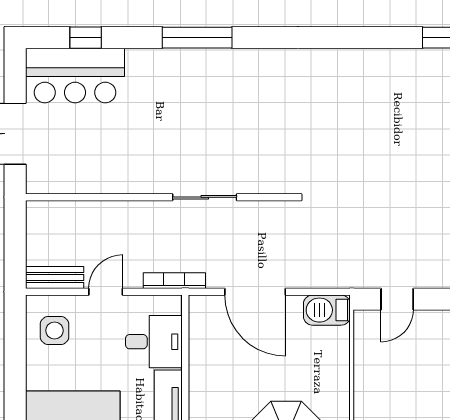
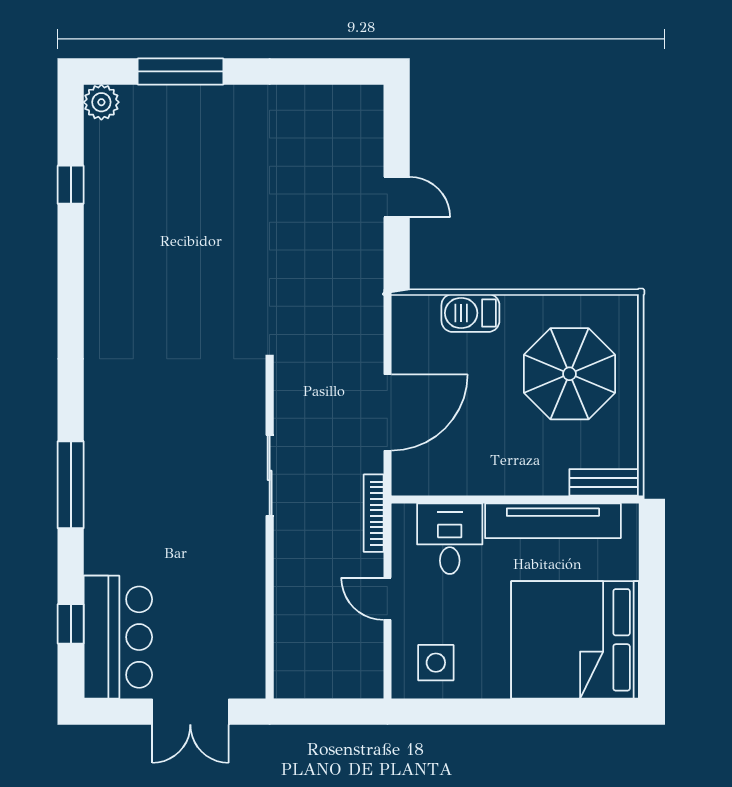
bench: (55, 277) -> (370, 662), removed
door: (397, 299) -> (397, 197), moved
barbecue: (327, 310) -> (470, 313), moved, turned 90

